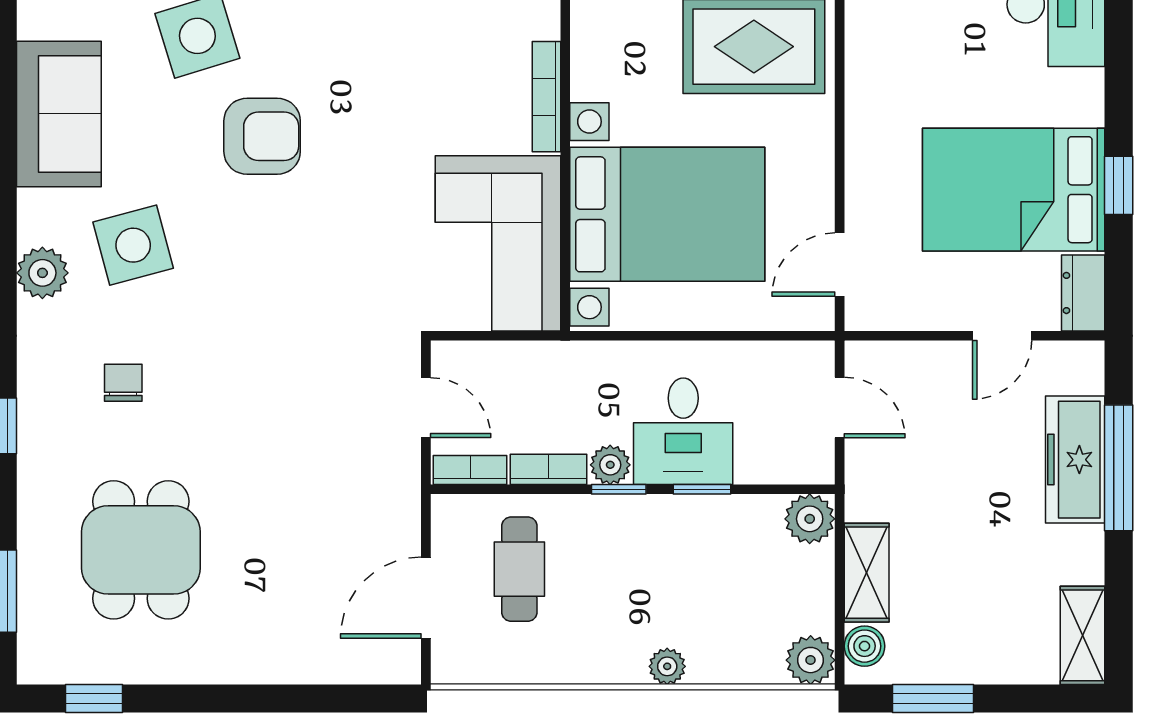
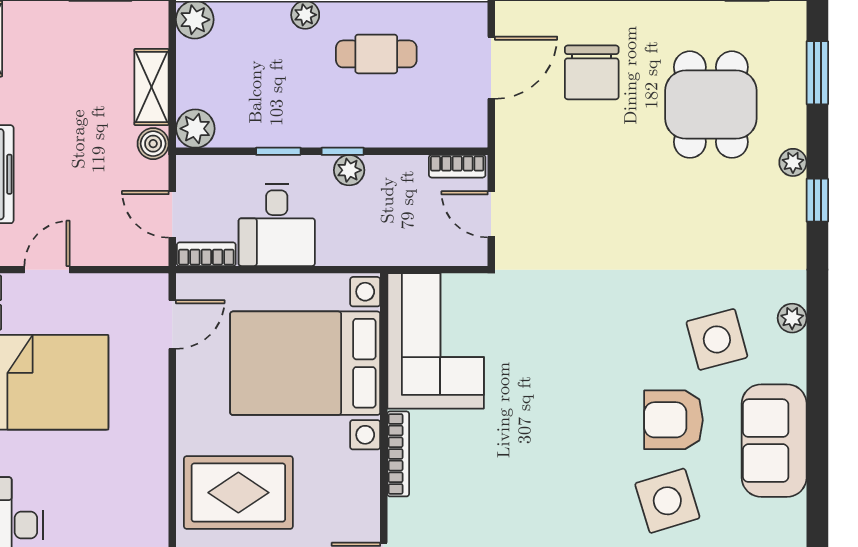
armchair: (262, 136) -> (673, 420), moved
plant: (42, 273) -> (792, 318), width x0.73, depth x0.73
chair: (123, 383) -> (592, 72), moved, width x1.87, depth x1.87
desk: (683, 431) -> (277, 225), moved, turned 180
bookcase: (549, 469) -> (206, 254), moved, turned 180
plant: (34, 475) -> (793, 162), added
cafe table: (519, 569) -> (376, 54), moved, turned 90
boiler: (865, 646) -> (153, 144), moved

